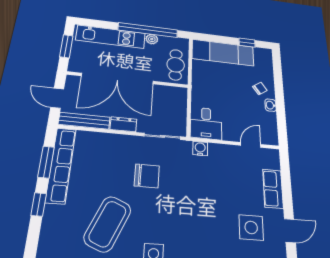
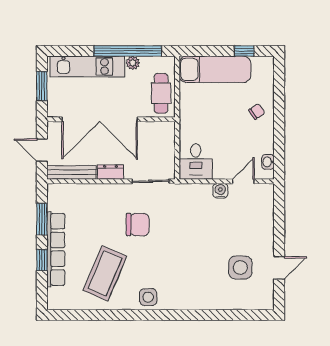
washbasin: (271, 105) -> (268, 162), moved
water cooler: (200, 148) -> (220, 191), moved
row of seats: (61, 165) -> (56, 249), moved
row of seats: (273, 189) -> (265, 227), removed

